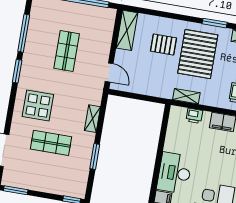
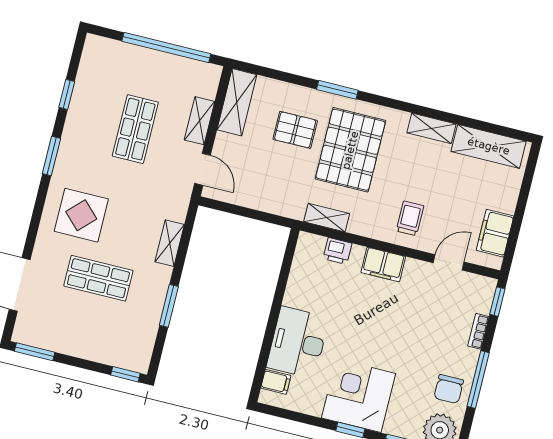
window: (215, 23) -> (337, 90), moved
window: (24, 33) -> (67, 94), width x0.46
shelving: (105, 43) -> (199, 121), added

